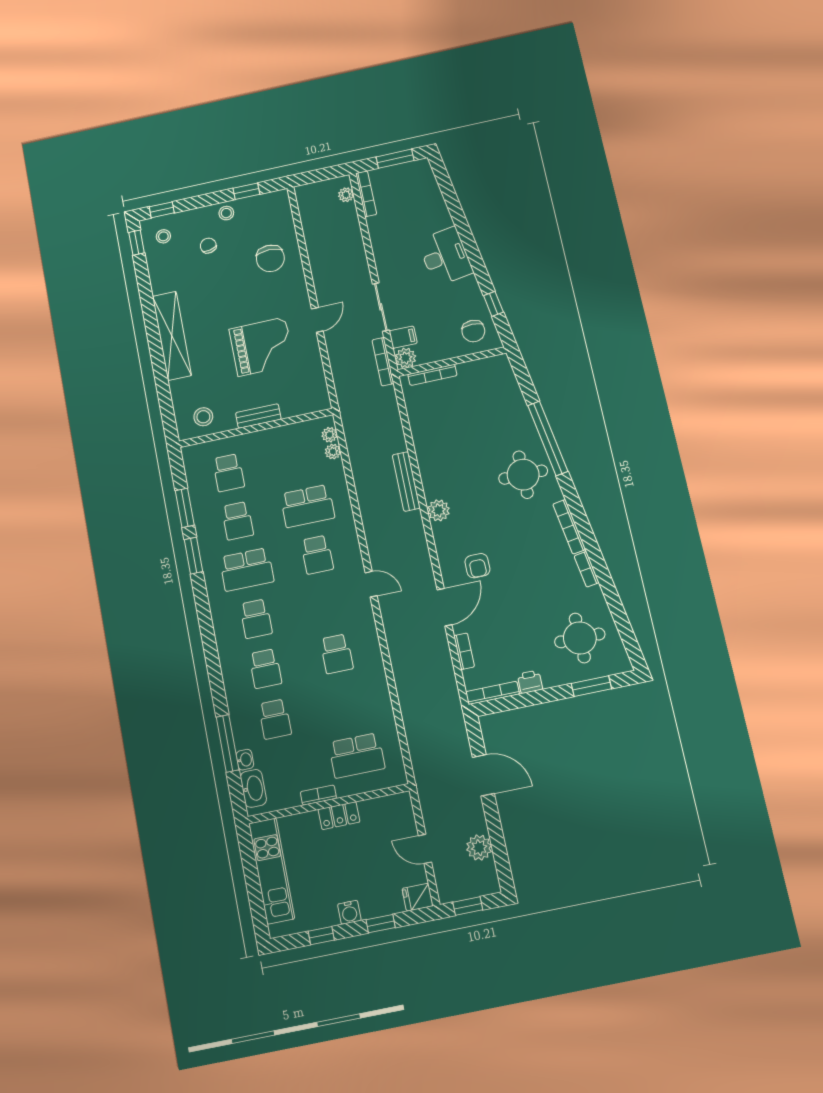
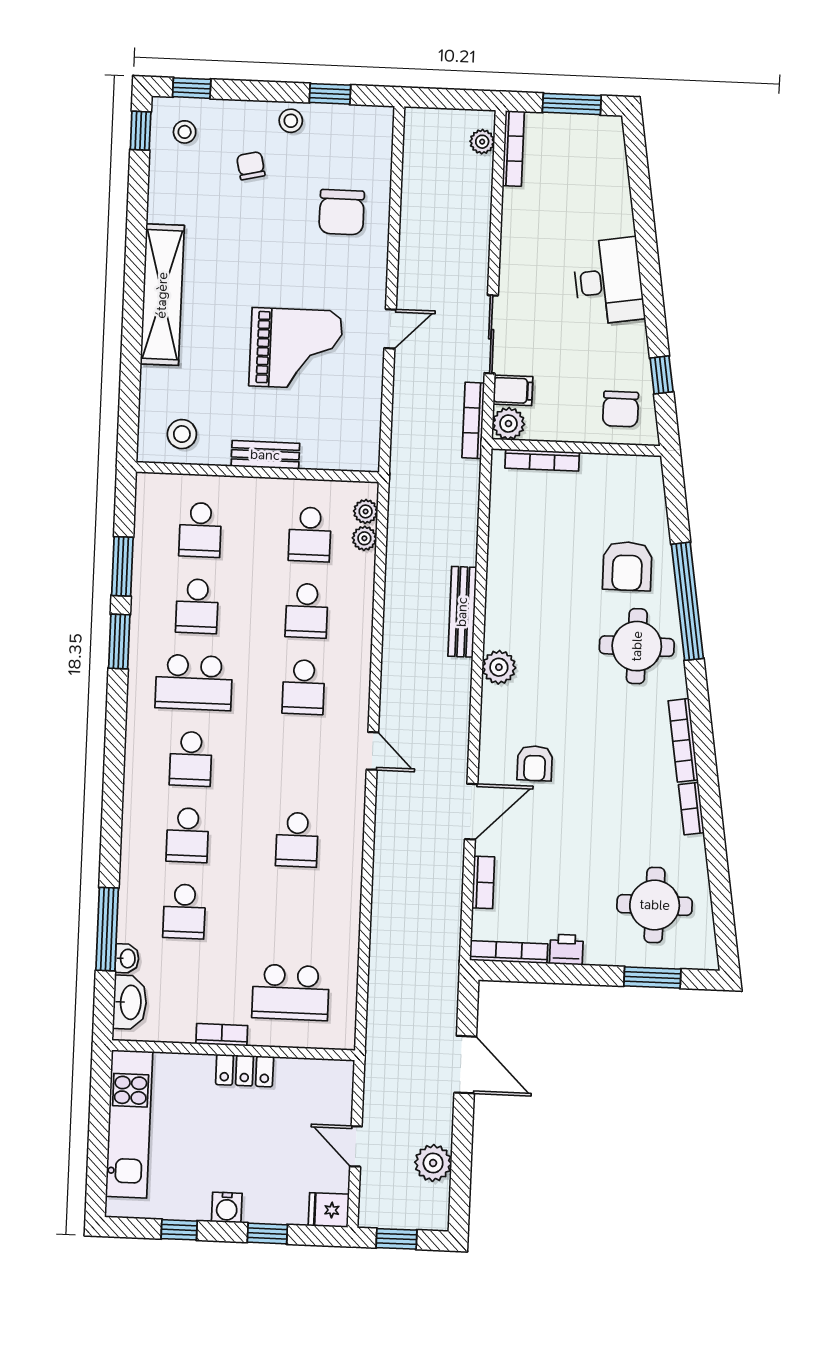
armchair: (504, 426) -> (627, 566), added
school desk: (298, 458) -> (310, 534), added
school desk: (307, 506) -> (307, 611), width x0.54

